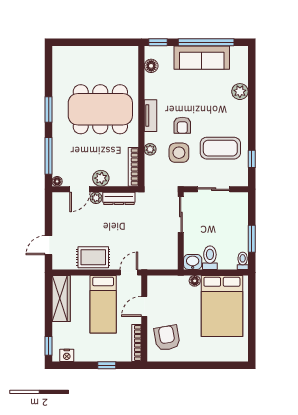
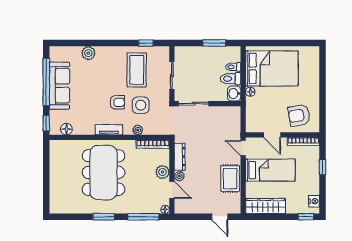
toilet: (243, 261) -> (233, 67), moved

